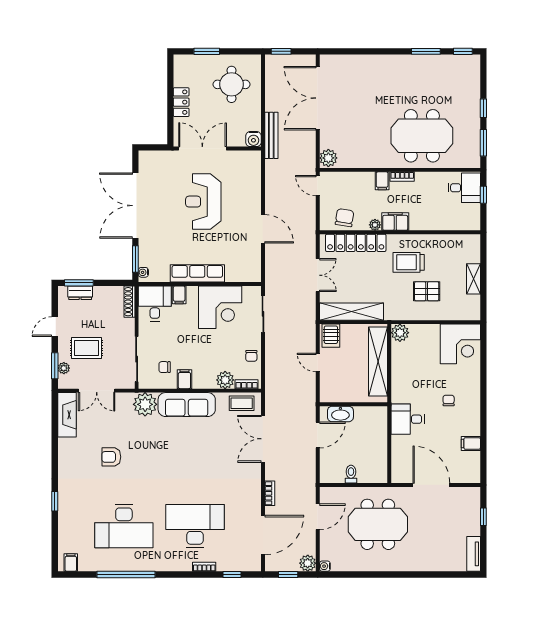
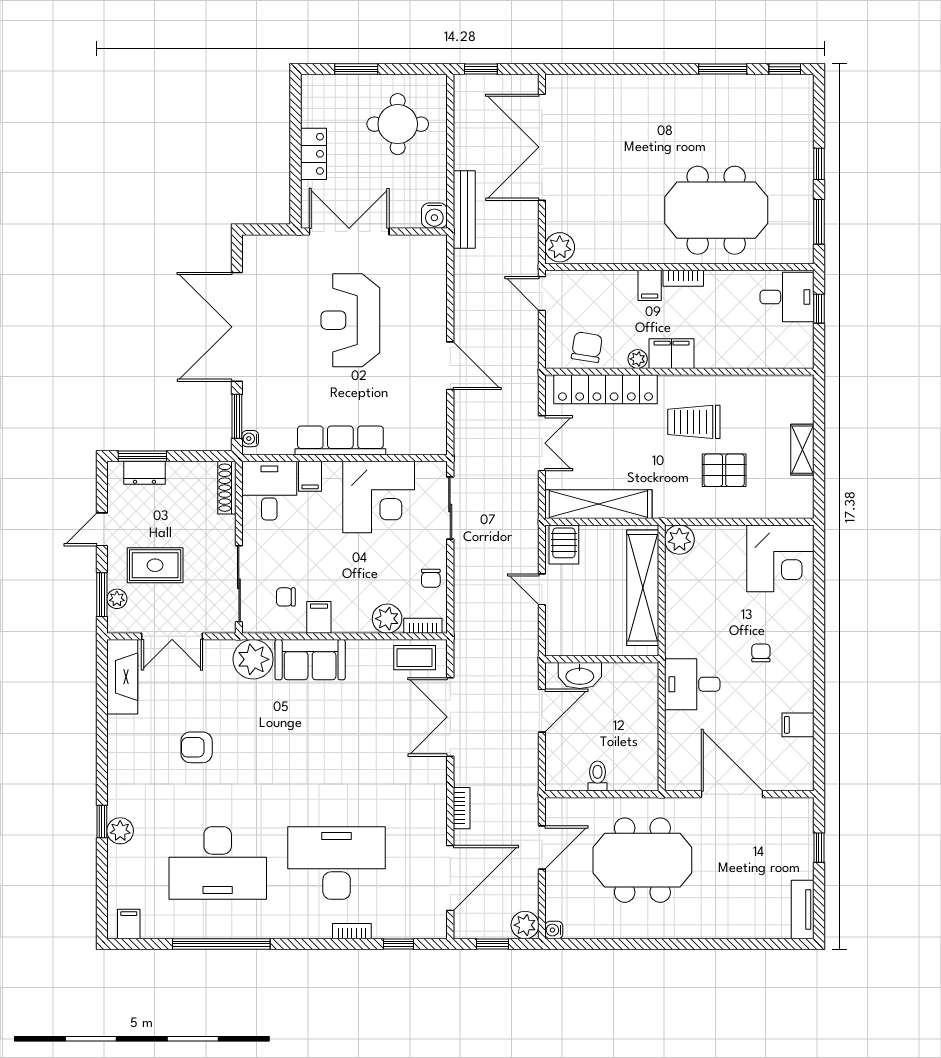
sofa: (187, 405) -> (310, 660), width x0.73
plant: (66, 507) -> (120, 831), added

